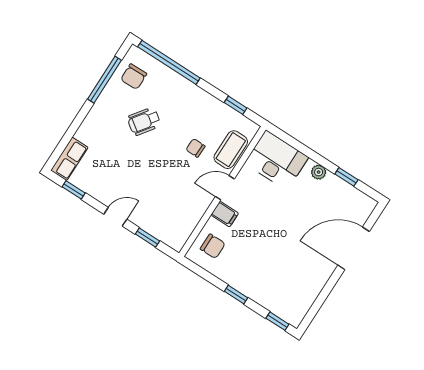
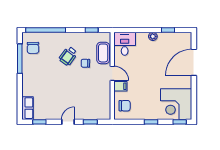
wheelchair: (144, 121) -> (68, 56), moved
desk: (277, 160) -> (125, 44), width x0.73
door: (225, 188) -> (112, 73), swing flipped
corner desk: (289, 292) -> (176, 104), added

